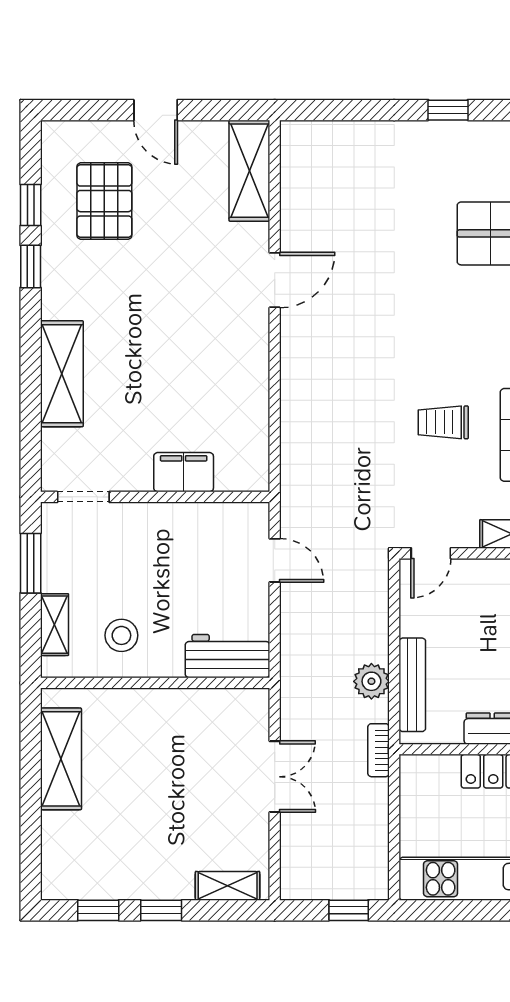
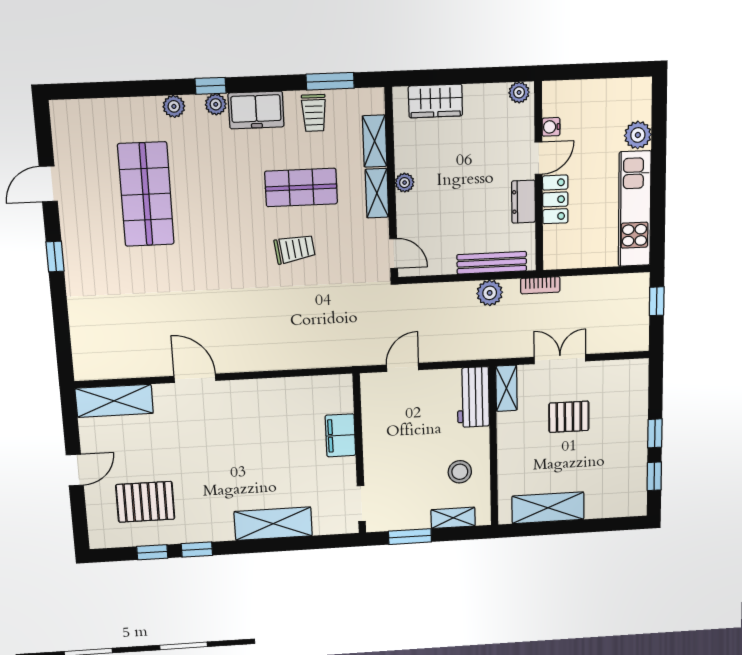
trolley: (443, 422) -> (295, 249), turned -98
pallet: (192, 789) -> (569, 417), added
shelving: (228, 886) -> (506, 388), moved

